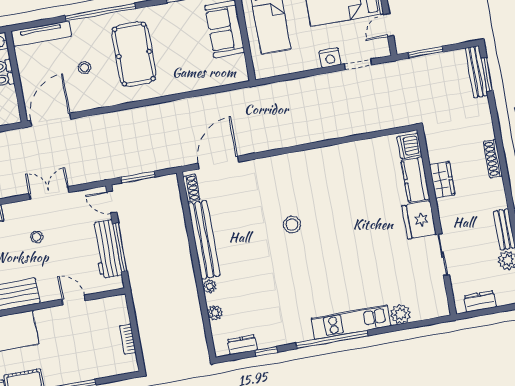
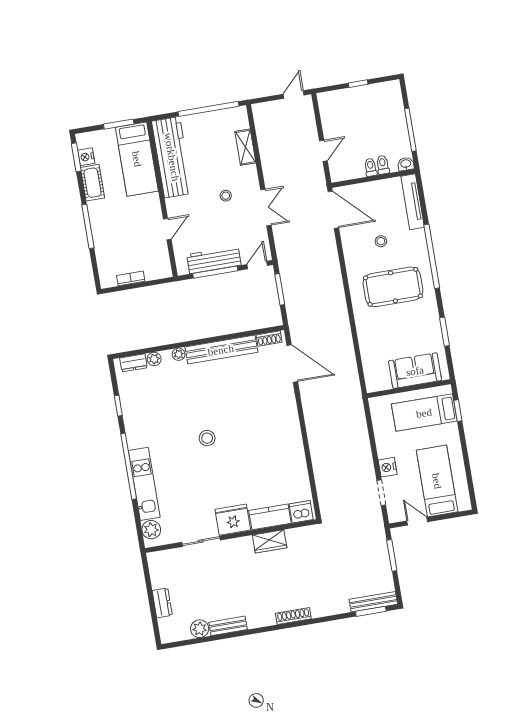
dishwasher: (409, 146) -> (301, 512), moved
kitchen counter: (415, 180) -> (270, 517), moved
wardrobe: (442, 180) -> (270, 541), moved
fridge: (419, 220) -> (233, 520), moved
wall: (437, 222) -> (231, 536), moved
stool: (292, 225) -> (207, 438), moved
sliding door: (443, 255) -> (201, 541), moved
dresser: (242, 345) -> (133, 363), moved, turned 90

